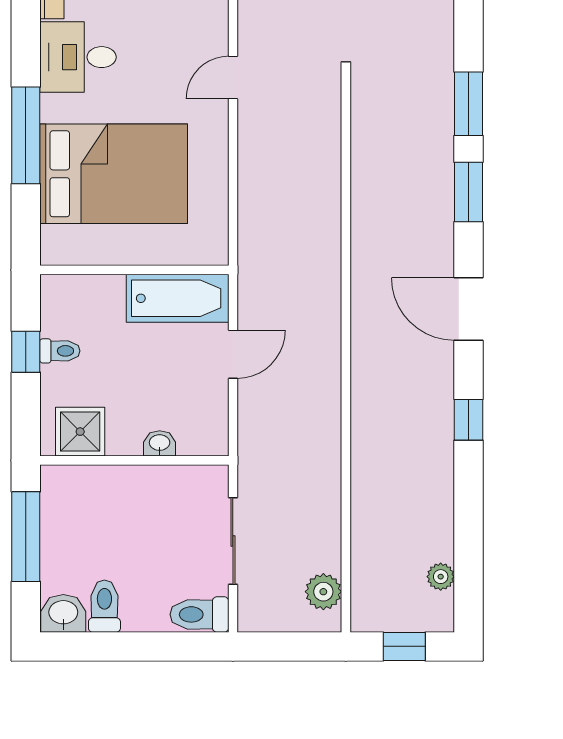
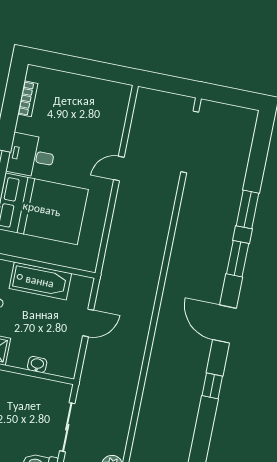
desk: (78, 57) -> (31, 156), moved
bathtub: (178, 298) -> (40, 281), moved

